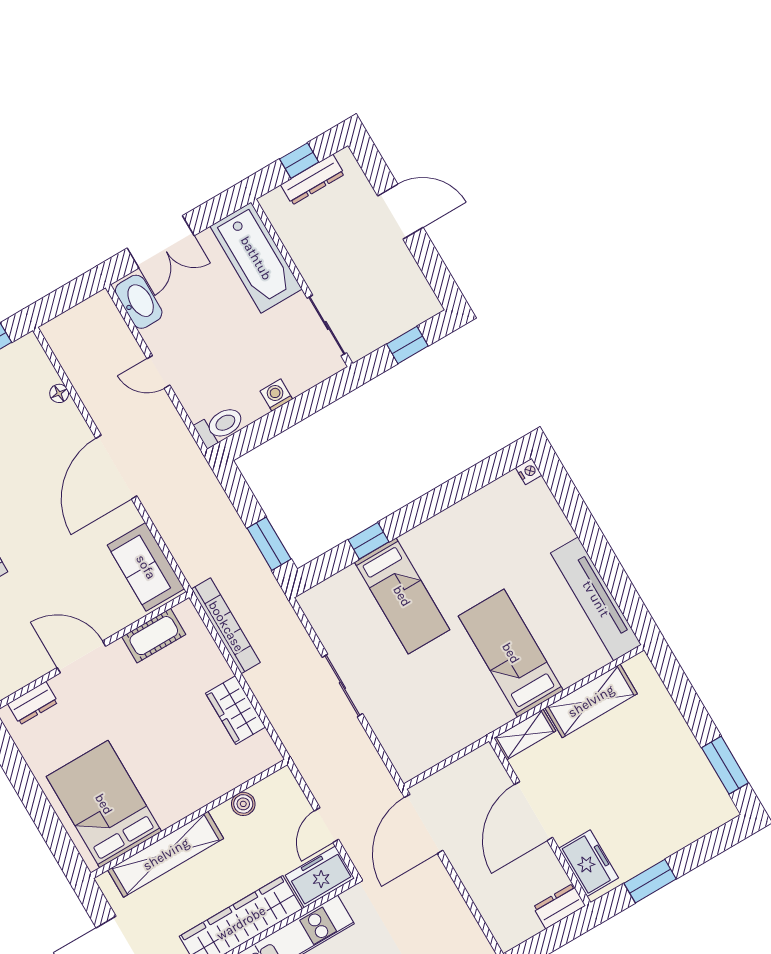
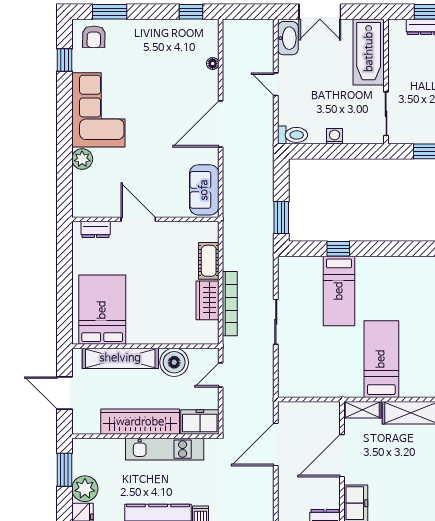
bookcase: (226, 626) -> (230, 304), moved
cot: (154, 636) -> (209, 261), moved, turned 90
boiler: (243, 804) -> (174, 362), width x1.86, depth x1.86
door: (424, 824) -> (276, 445), moved
door: (326, 825) -> (221, 375), moved

